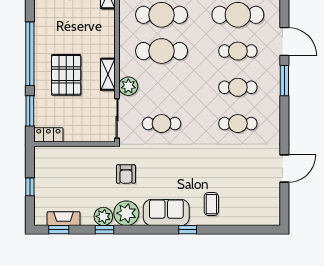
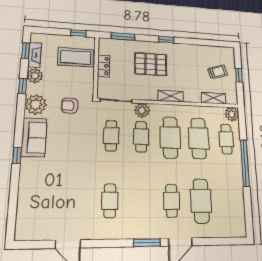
window: (30, 54) -> (166, 40), width x0.32
shelving: (108, 74) -> (171, 96), moved
cafe table: (238, 87) -> (141, 137), moved
locker: (48, 135) -> (103, 66), moved
window: (30, 187) -> (78, 33), moved
coffee table: (211, 204) -> (76, 57), moved, width x1.86, depth x1.72
plant: (103, 216) -> (35, 76), moved

